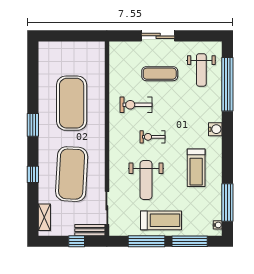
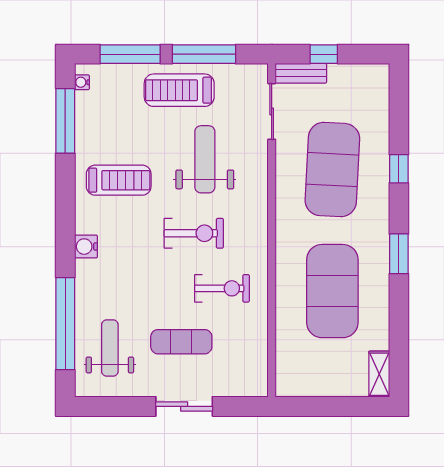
exercise bike: (152, 137) -> (194, 233), width x1.38, depth x1.39
treadmill: (196, 168) -> (119, 180), turned 90
shelving: (44, 217) -> (379, 374), moved

